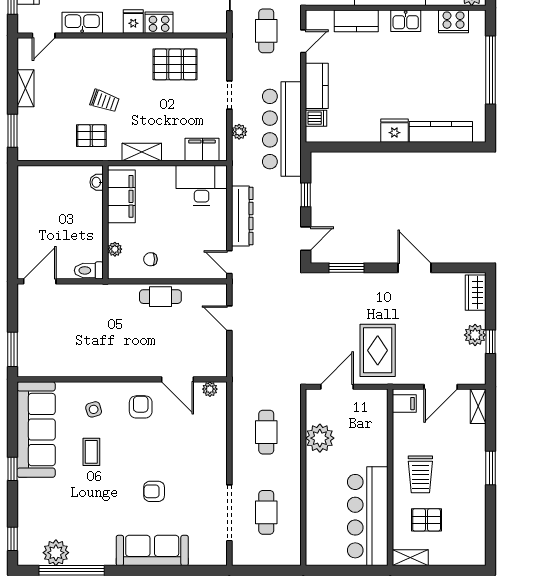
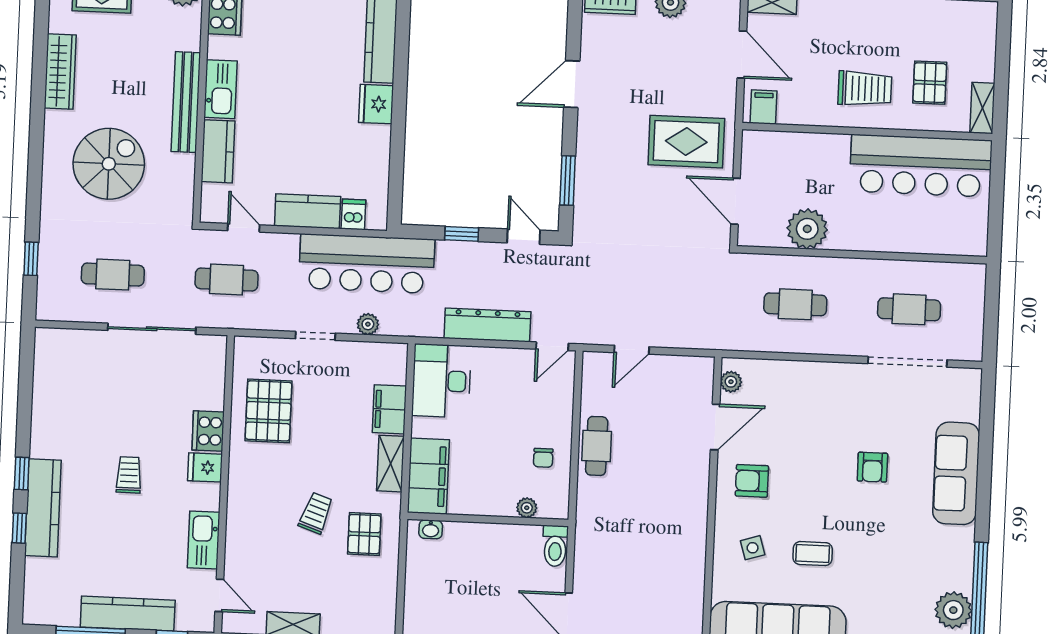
kitchen sink: (406, 21) -> (221, 89), width x1.38
filing cabinet: (202, 150) -> (389, 409), moved
filing cabinet: (121, 196) -> (428, 476), moved, turned 90

